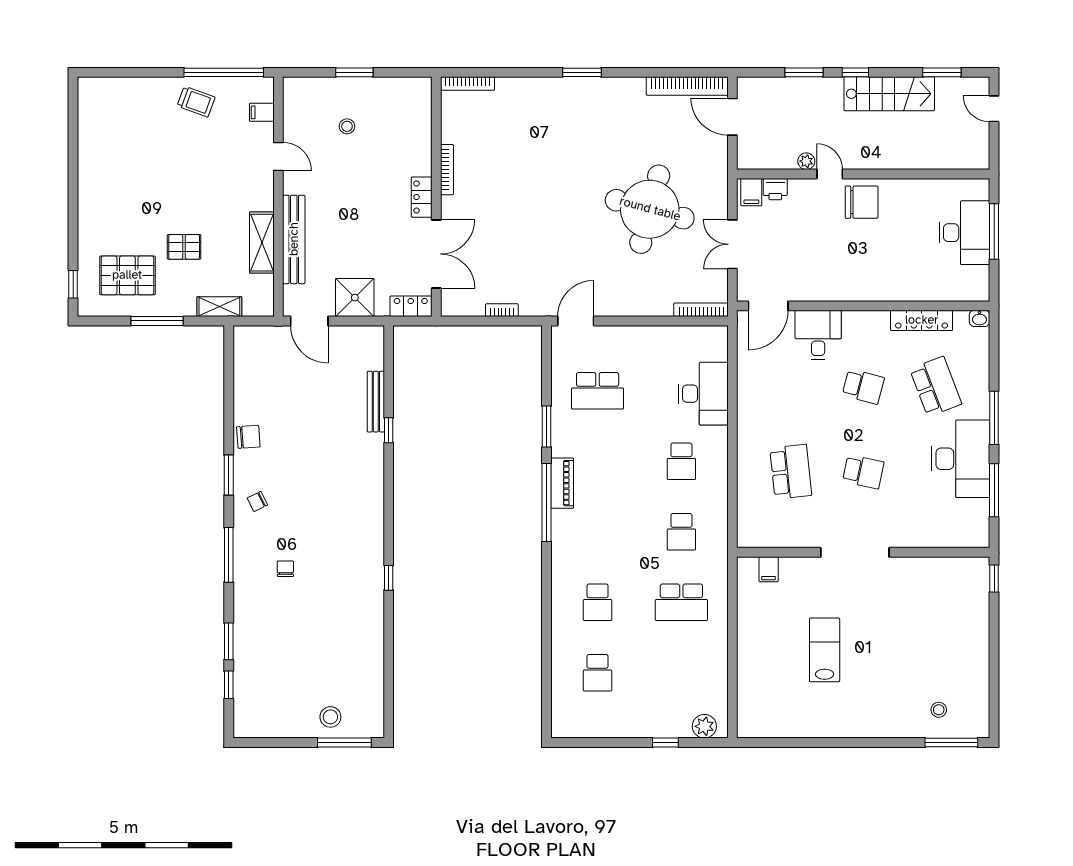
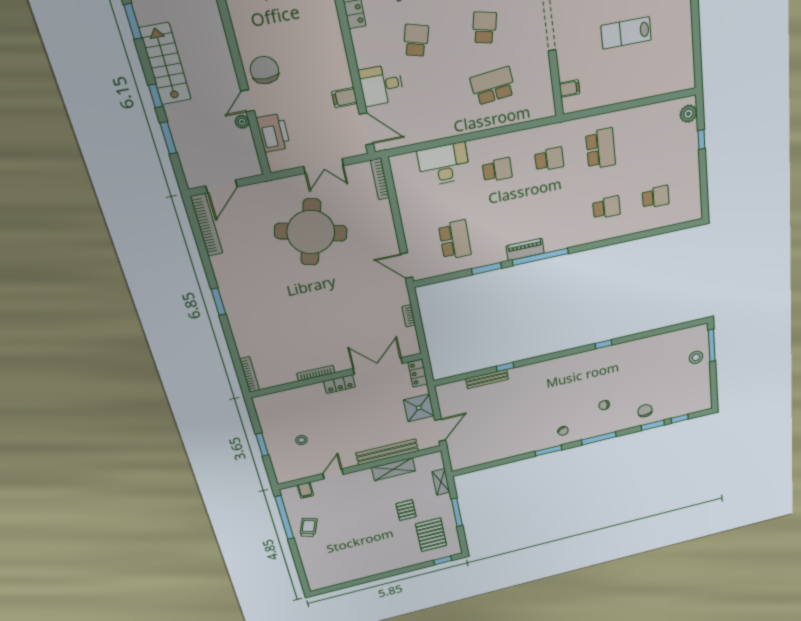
printer: (775, 189) -> (273, 133), width x1.87, depth x1.48
filing cabinet: (751, 192) -> (344, 98), moved, turned 180
chair: (248, 437) -> (645, 411), moved

